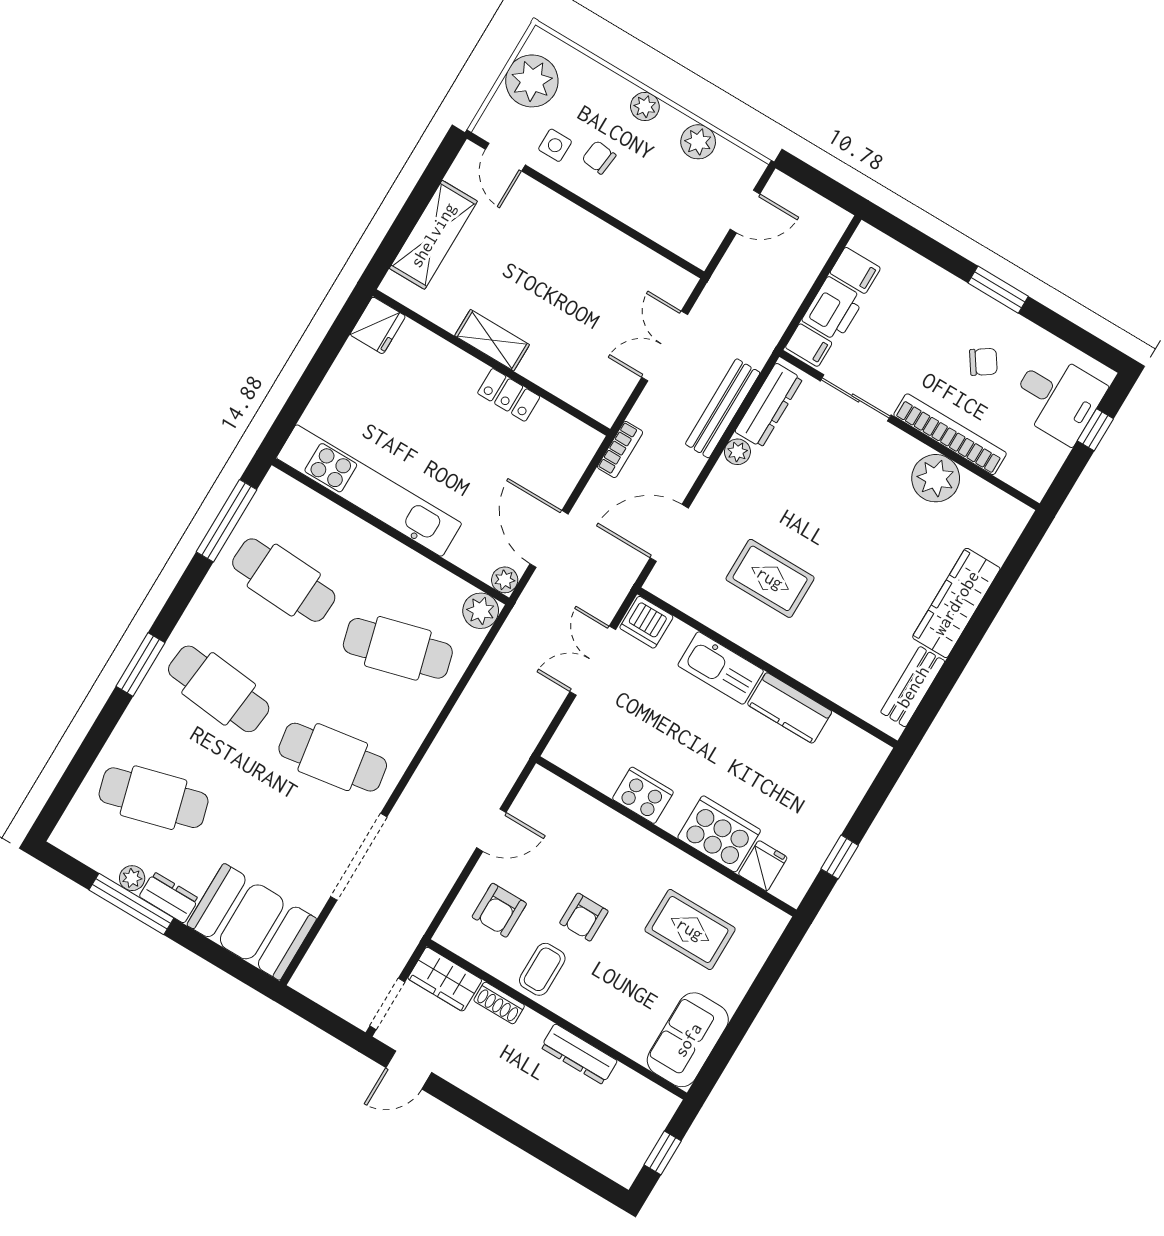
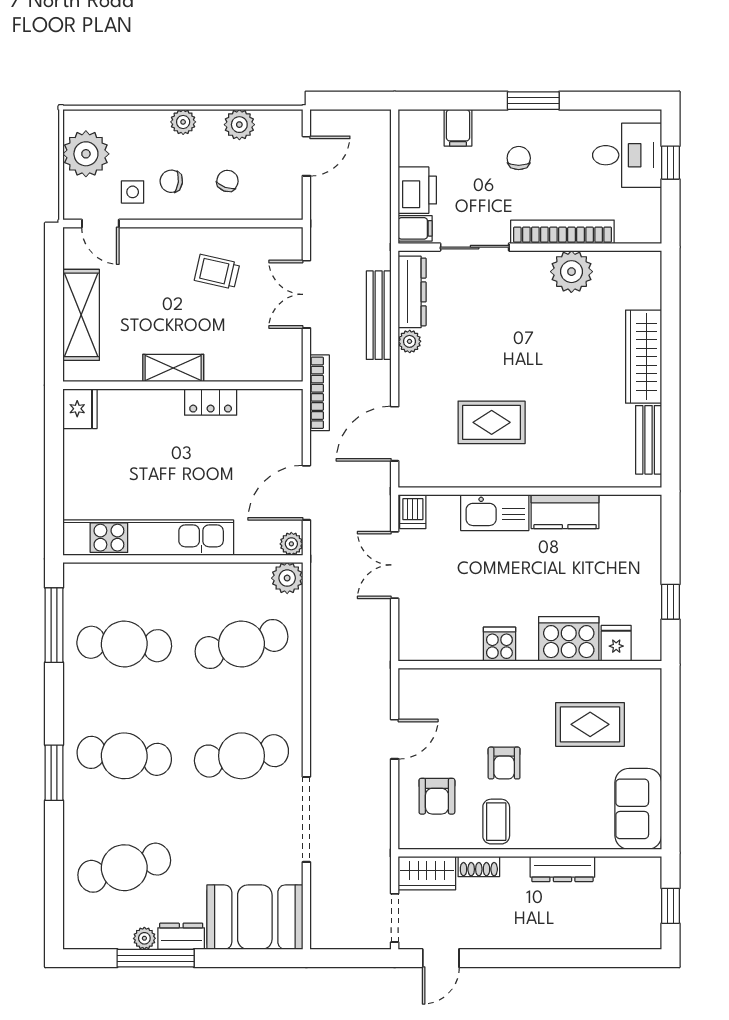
chair: (654, 190) -> (227, 181), added
filing cabinet: (855, 270) -> (458, 128), moved, turned 90
trolley: (591, 272) -> (217, 272), added
chair: (983, 362) -> (519, 158), moved, turned -56
bookcase: (620, 449) -> (320, 393), width x1.56
door: (549, 539) -> (306, 493), hinge flipped
dishwasher: (646, 622) -> (413, 512), width x0.73
cooker: (643, 795) -> (499, 644), width x0.73

